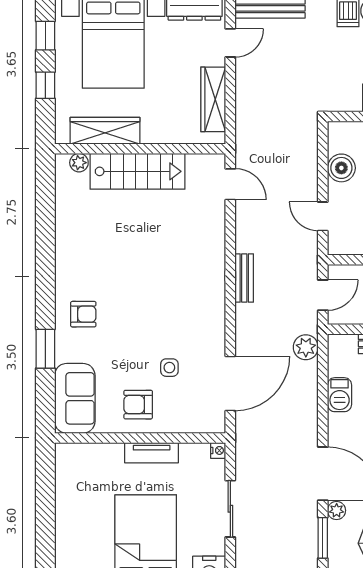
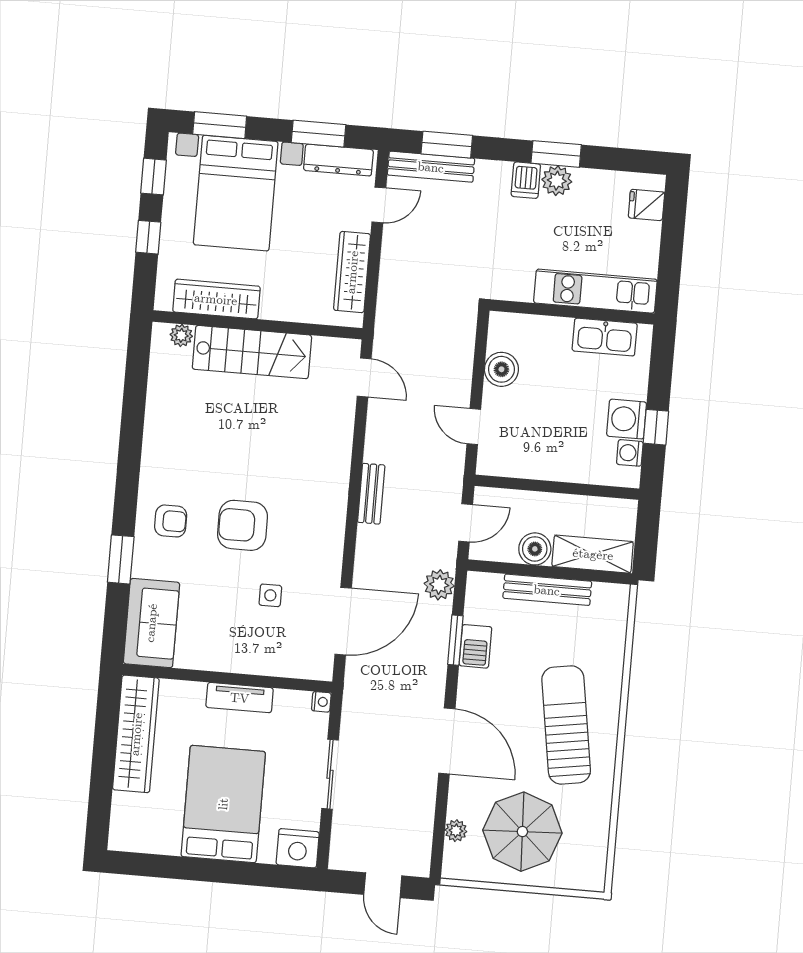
armchair: (138, 405) -> (243, 525), moved, width x1.38, depth x1.38
wardrobe: (70, 489) -> (136, 734), added
plant: (337, 510) -> (456, 831), moved
window: (323, 538) -> (455, 640), moved

